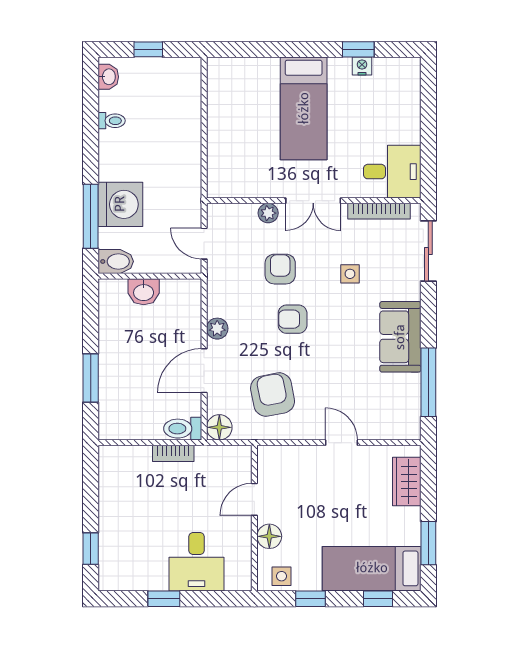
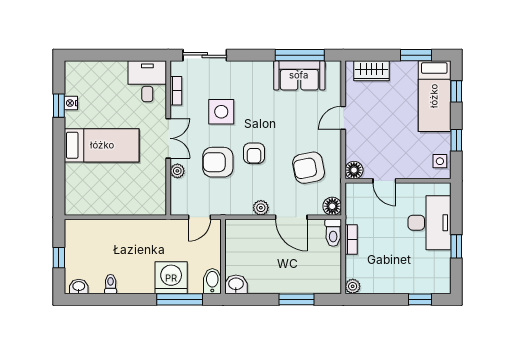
bookcase: (379, 211) -> (176, 91), width x0.64
armchair: (280, 269) -> (218, 162), width x1.38, depth x1.38
side table: (350, 274) -> (221, 112), width x1.87, depth x1.87
washbasin: (144, 292) -> (236, 284), moved, turned -90
sofa: (400, 337) -> (299, 75), moved
plant: (109, 455) -> (353, 286), added
floor lamp: (269, 536) -> (354, 170), moved
desk: (197, 562) -> (429, 223), width x1.37

